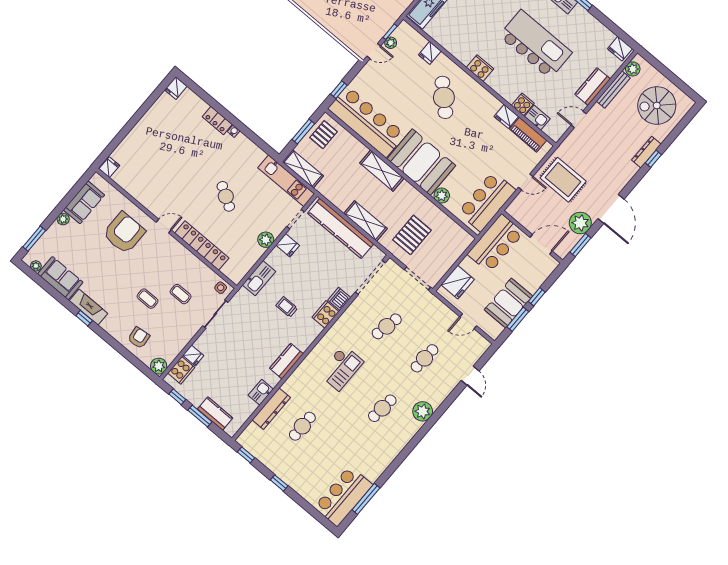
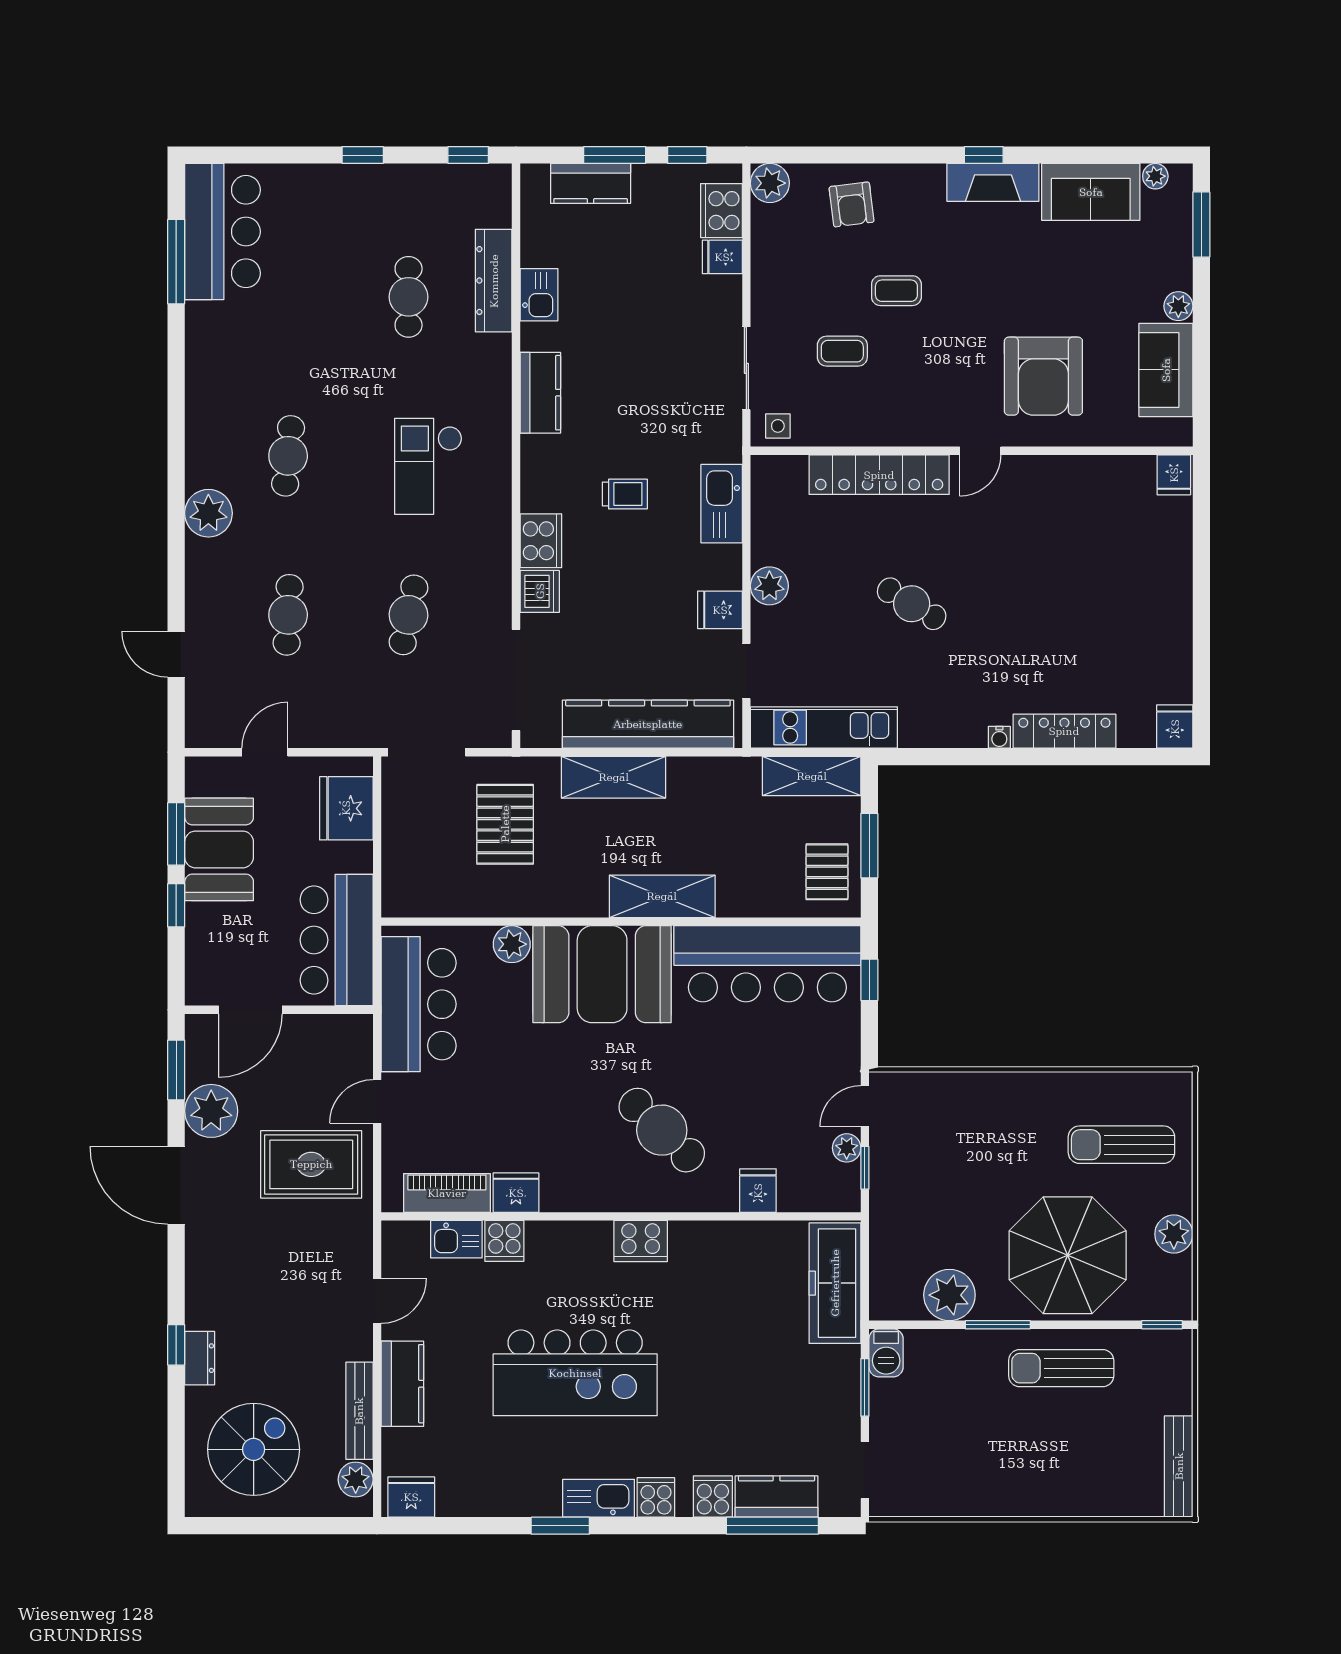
locker: (217, 121) -> (1064, 731), width x1.53
dresser: (646, 152) -> (200, 1358), width x0.70

